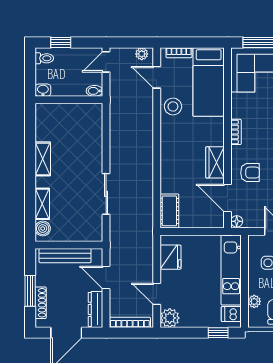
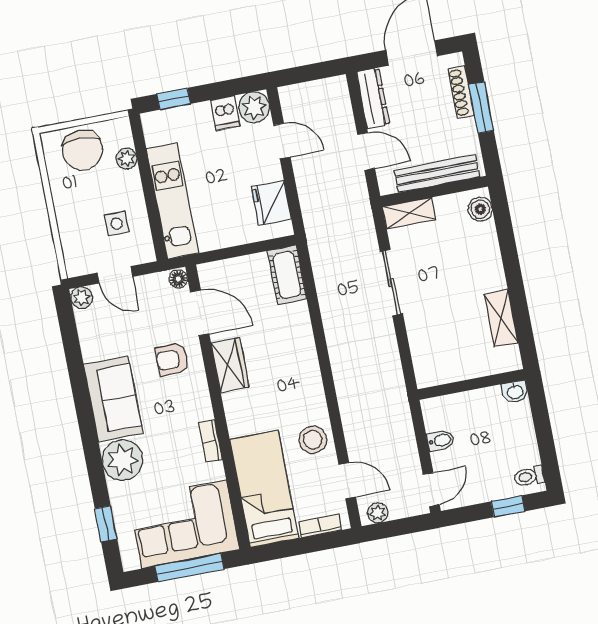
washbasin: (43, 90) -> (515, 392), moved
wall: (69, 100) -> (471, 384), moved
bookcase: (236, 132) -> (211, 441), moved
shelving: (42, 204) -> (409, 213), moved, turned 90
dishwasher: (231, 314) -> (225, 113), moved, turned 90
bookcase: (130, 322) -> (315, 88), removed

